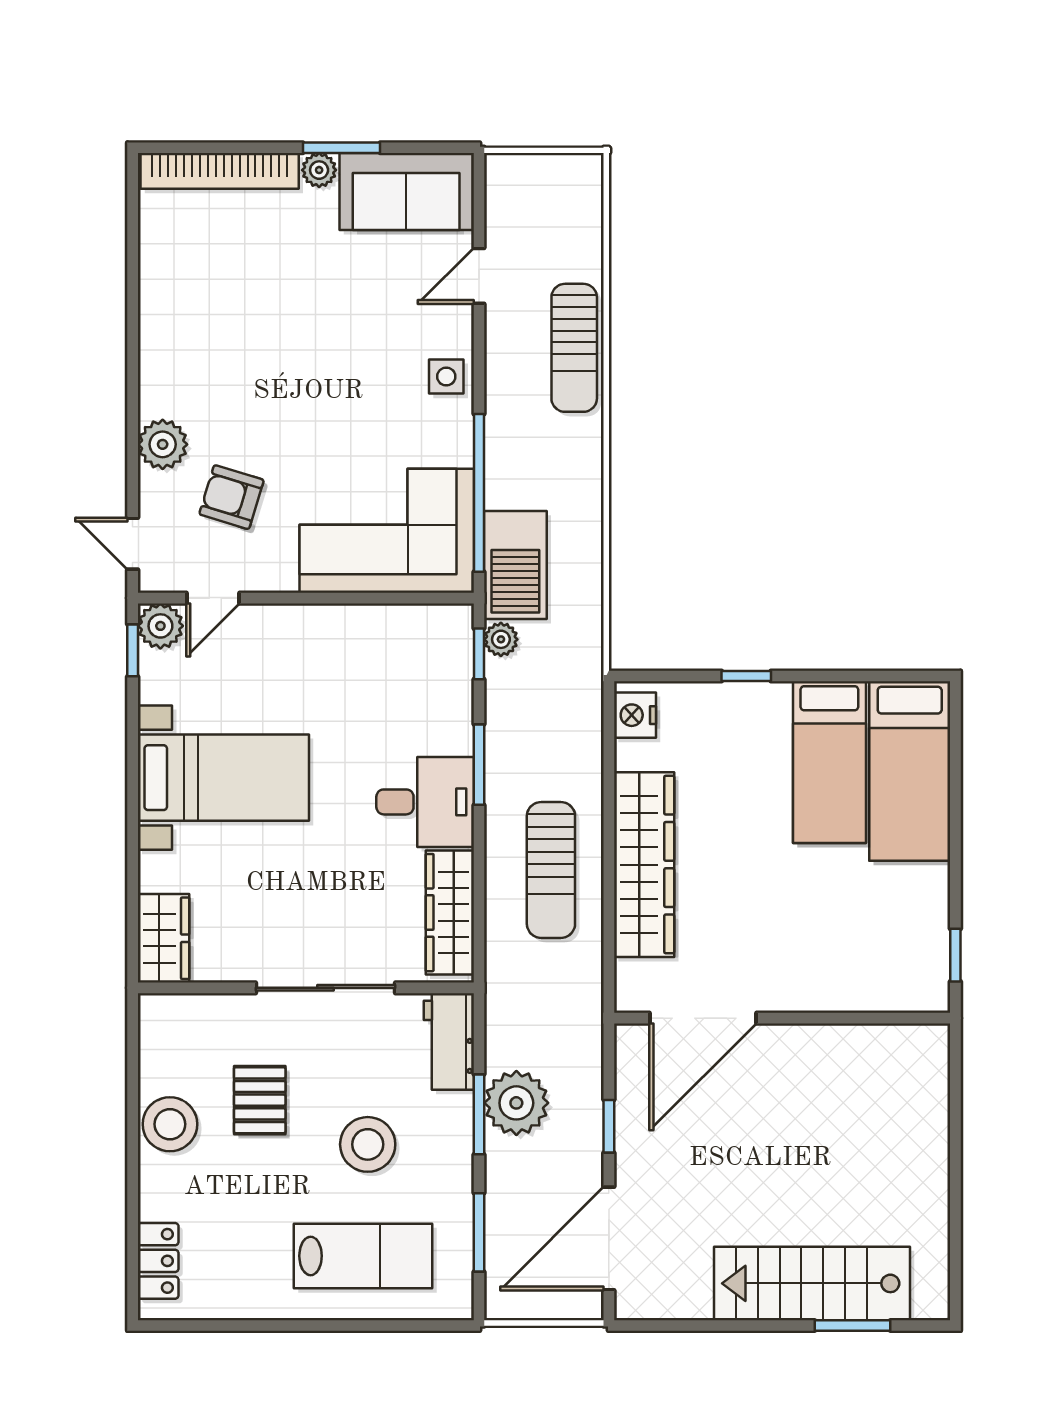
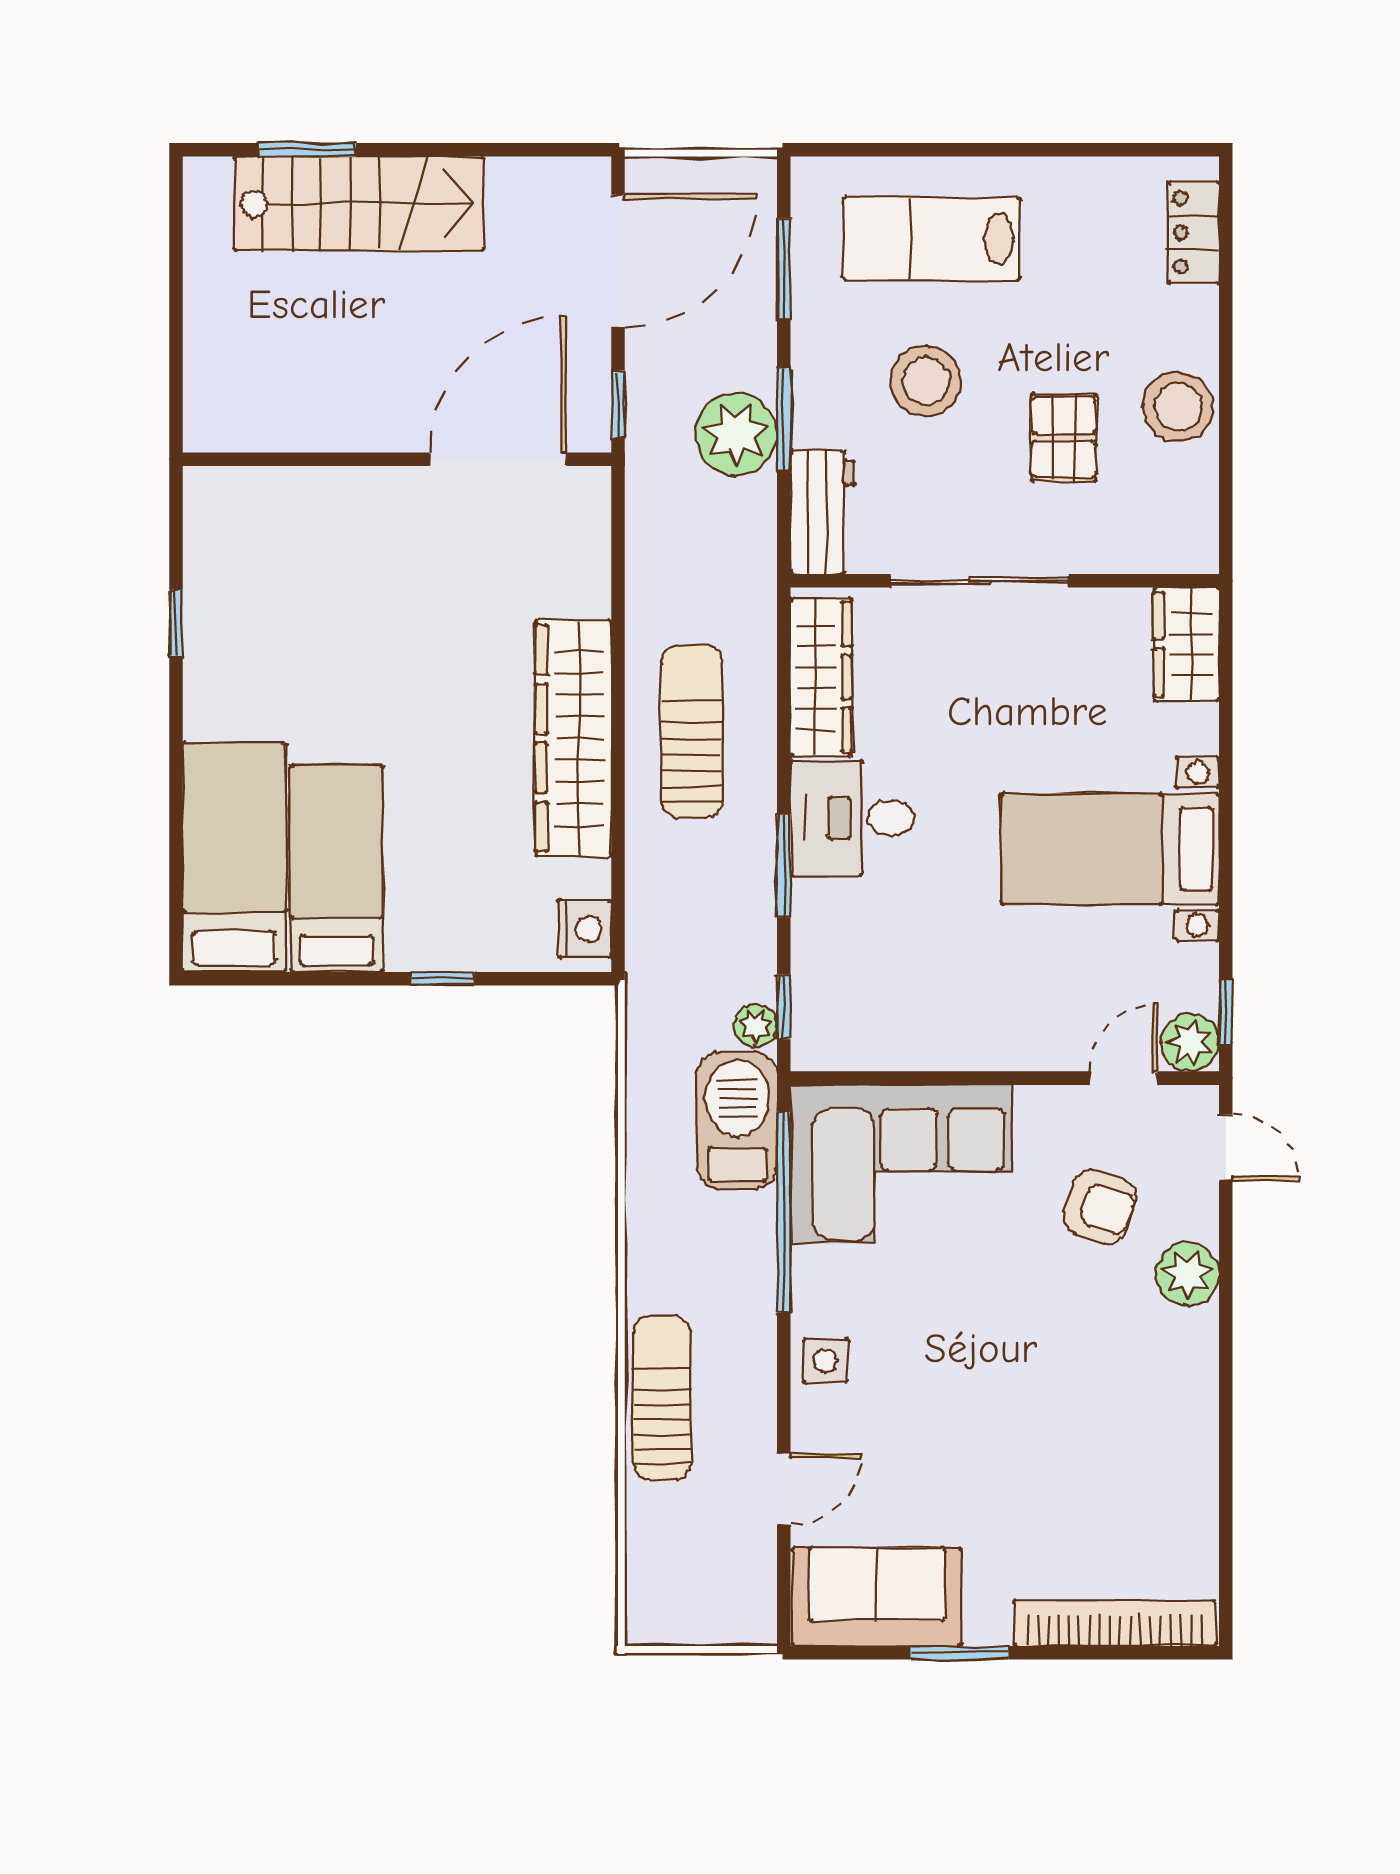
plant: (319, 170) -> (988, 1624), removed
door: (703, 1018) -> (498, 459), moved
wall: (782, 1018) -> (397, 459), moved

